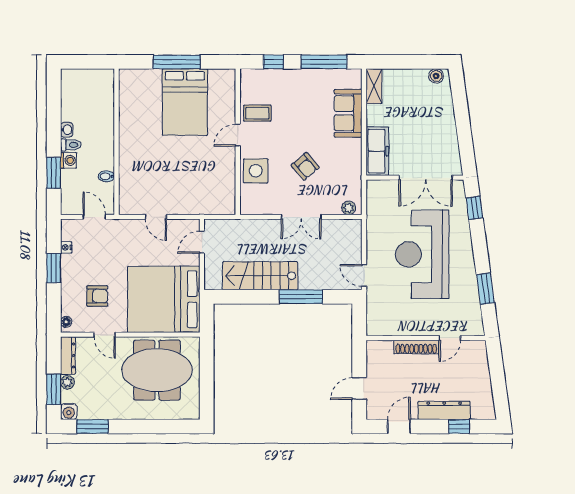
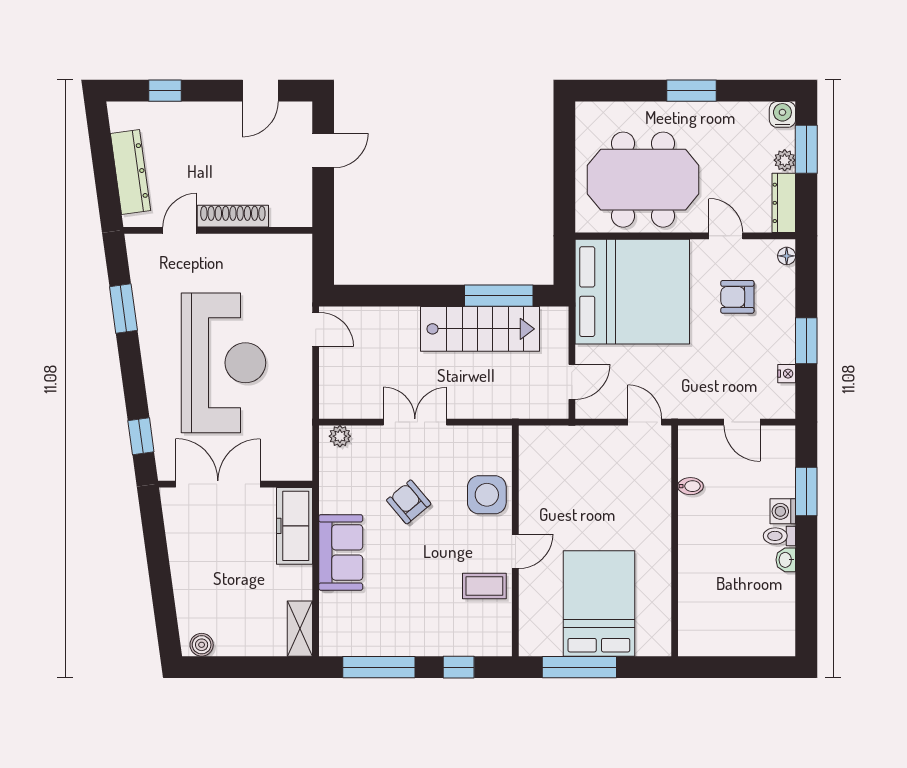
window: (177, 62) -> (579, 667), moved
sofa: (348, 113) -> (341, 552), moved
wall: (117, 142) -> (675, 541), moved
bidet: (106, 176) -> (690, 486), moved
window: (301, 297) -> (499, 296), moved
dresser: (444, 410) -> (130, 172), moved, turned -98
window: (93, 426) -> (692, 91), moved

